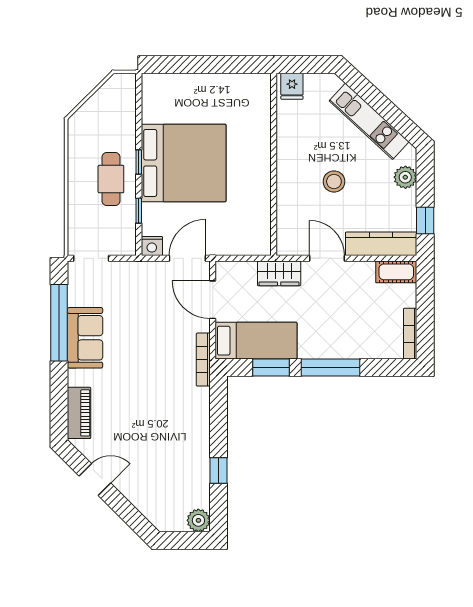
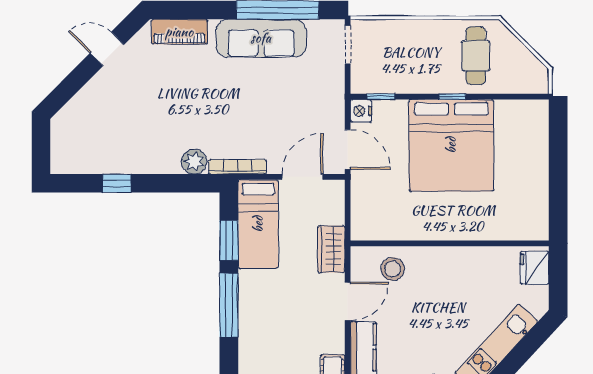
fridge: (292, 86) -> (535, 268), width x1.38
cafe table: (111, 179) -> (476, 56), moved, turned 90
stool: (334, 181) -> (393, 269), moved
window: (139, 211) -> (381, 97), moved
sofa: (85, 338) -> (261, 38), width x1.36
door: (95, 480) -> (107, 49), swing flipped
plant: (198, 520) -> (194, 162), moved

